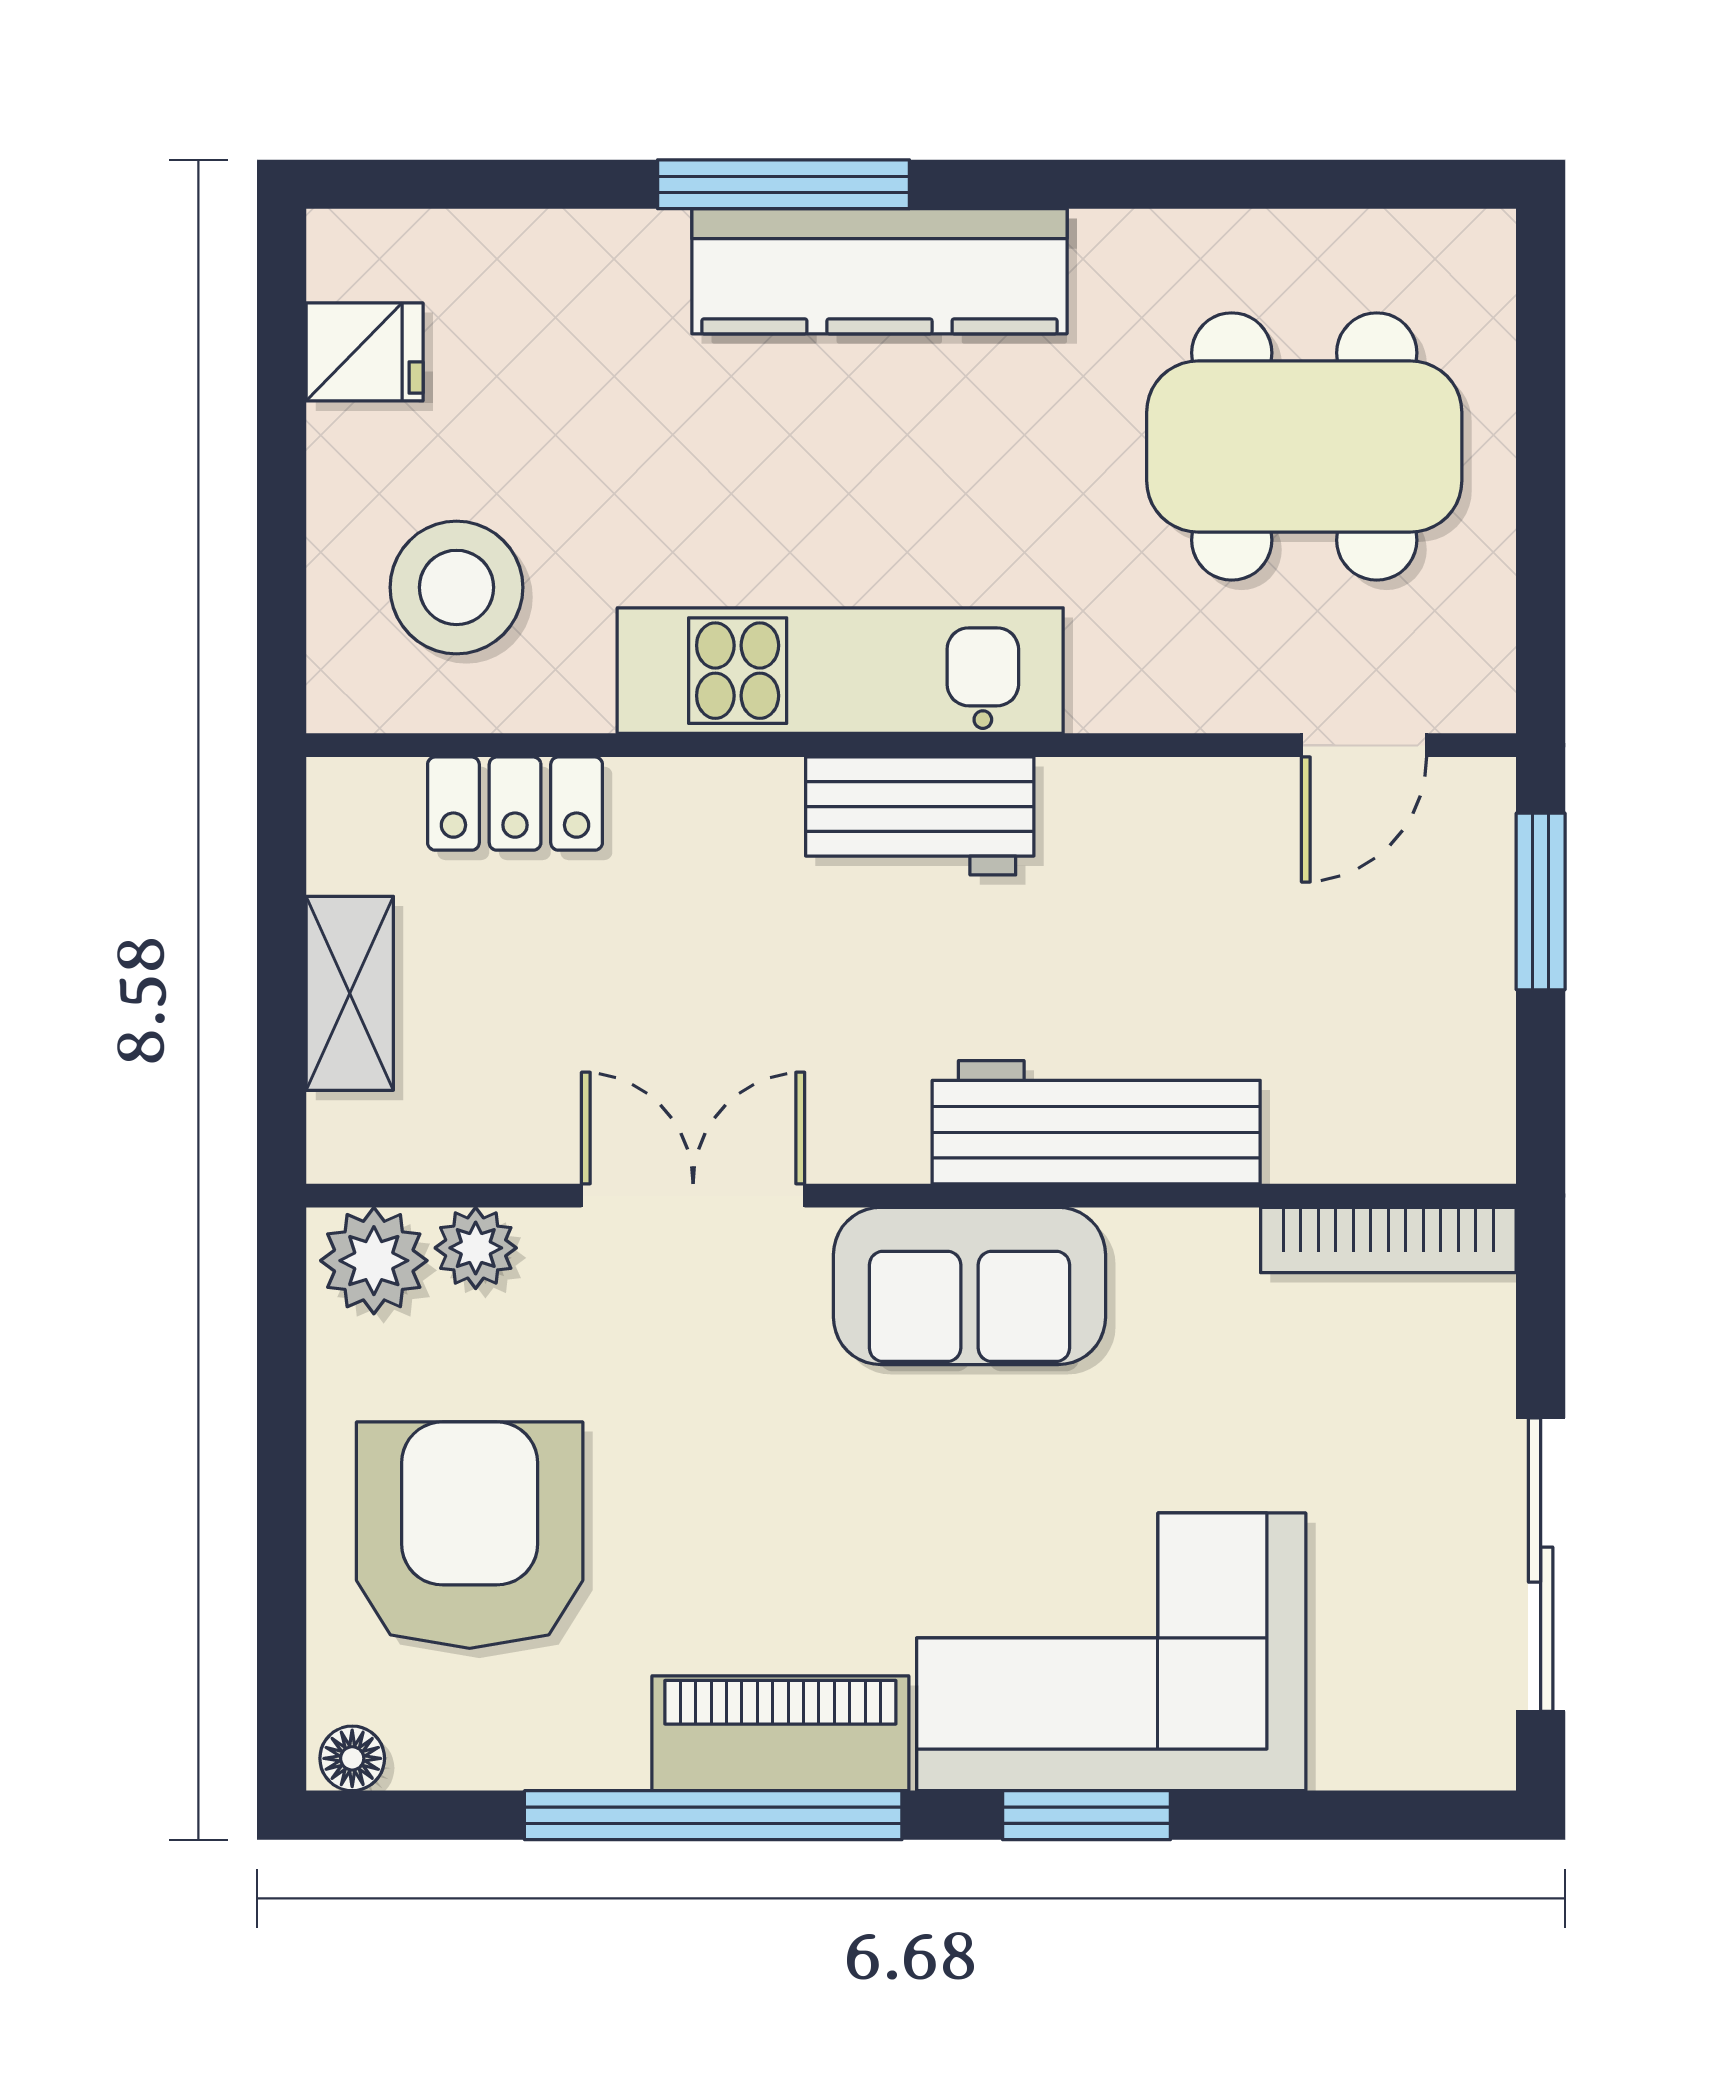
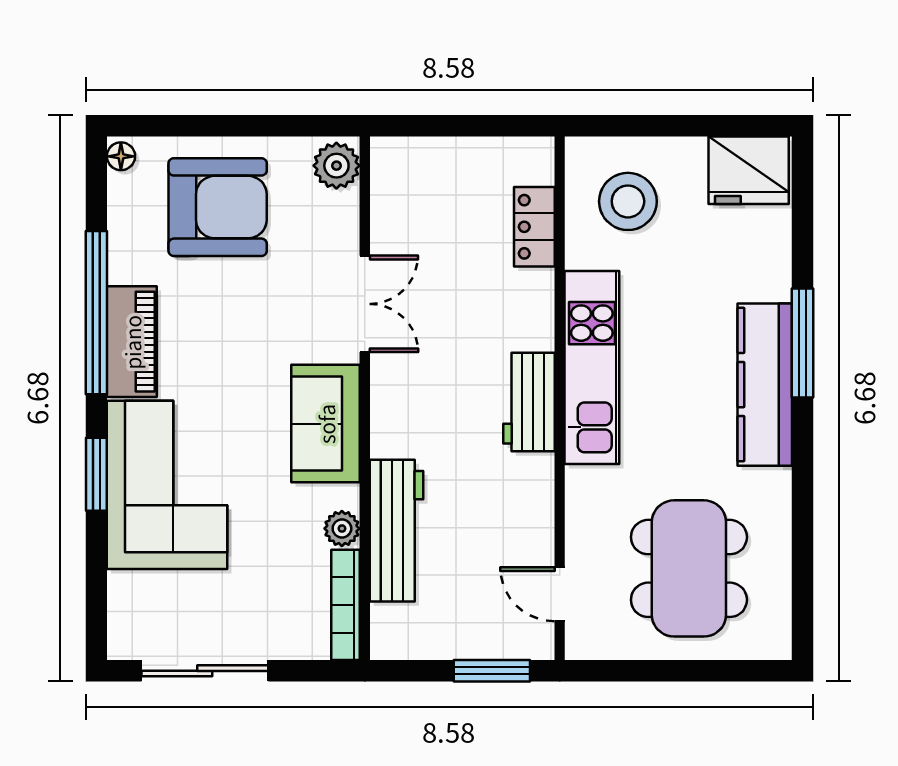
fridge: (365, 352) -> (749, 170), width x1.88, depth x1.34
shelving: (350, 993) -> (452, 155), removed
workbench: (1096, 1122) -> (396, 531), moved
plant: (476, 1248) -> (342, 529), moved

